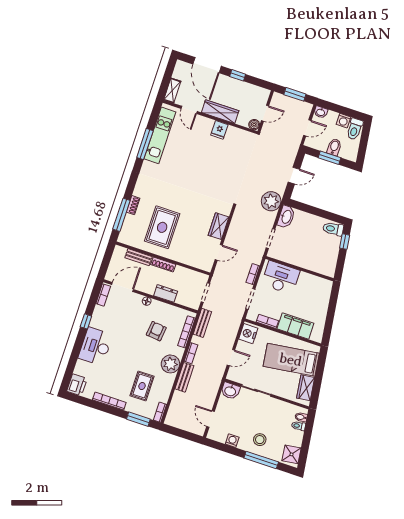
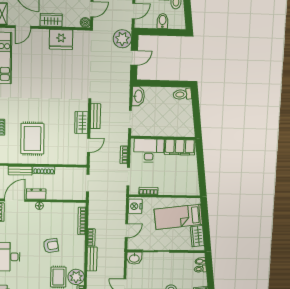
door: (189, 110) -> (23, 27), hinge flipped
wardrobe: (220, 112) -> (51, 20), width x0.67
fridge: (219, 130) -> (61, 39), width x1.88, depth x1.34
window: (329, 158) -> (161, 32), removed
plant: (271, 201) -> (122, 39), moved
window: (345, 242) -> (195, 102), removed
dresser: (166, 293) -> (36, 194), moved
bench: (202, 323) -> (95, 116), moved
filing cabinet: (295, 326) -> (180, 147), moved, turned 180
armchair: (156, 331) -> (51, 246), moved, turned 74
plant: (170, 364) -> (76, 277), moved

